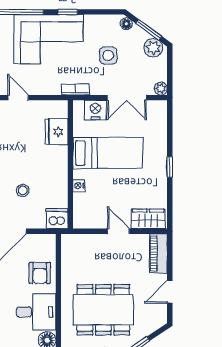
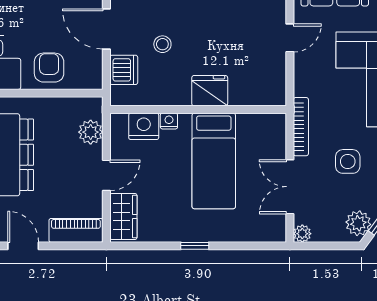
bookcase: (75, 90) -> (301, 127), width x1.56
nightstand: (95, 110) -> (144, 126), moved, turned -90
fridge: (57, 132) -> (210, 91), moved
dishwasher: (57, 219) -> (124, 70), moved
plant: (87, 243) -> (91, 132), added
armchair: (40, 273) -> (49, 68), turned 90

